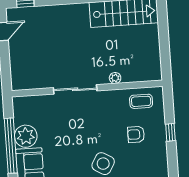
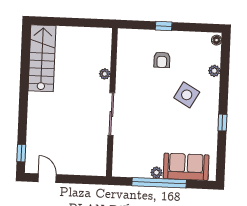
coffee table: (141, 101) -> (130, 51), removed
plant: (26, 136) -> (156, 173), width x0.53, depth x0.53

